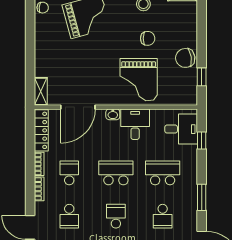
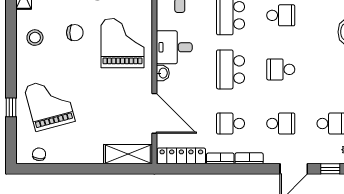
chair: (148, 38) -> (75, 33), turned 90
grand piano: (139, 80) -> (122, 43), turned -90
shelving: (41, 91) -> (128, 154), width x1.50, depth x1.33

